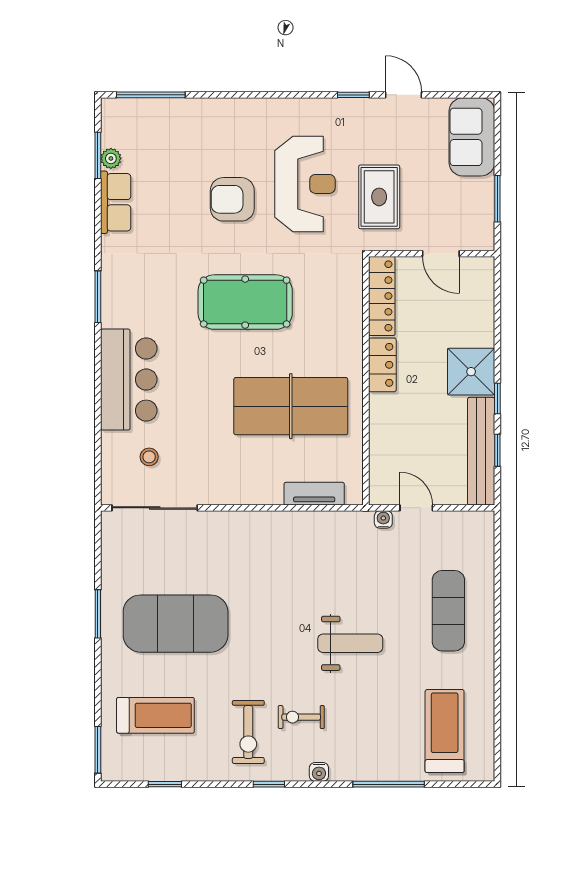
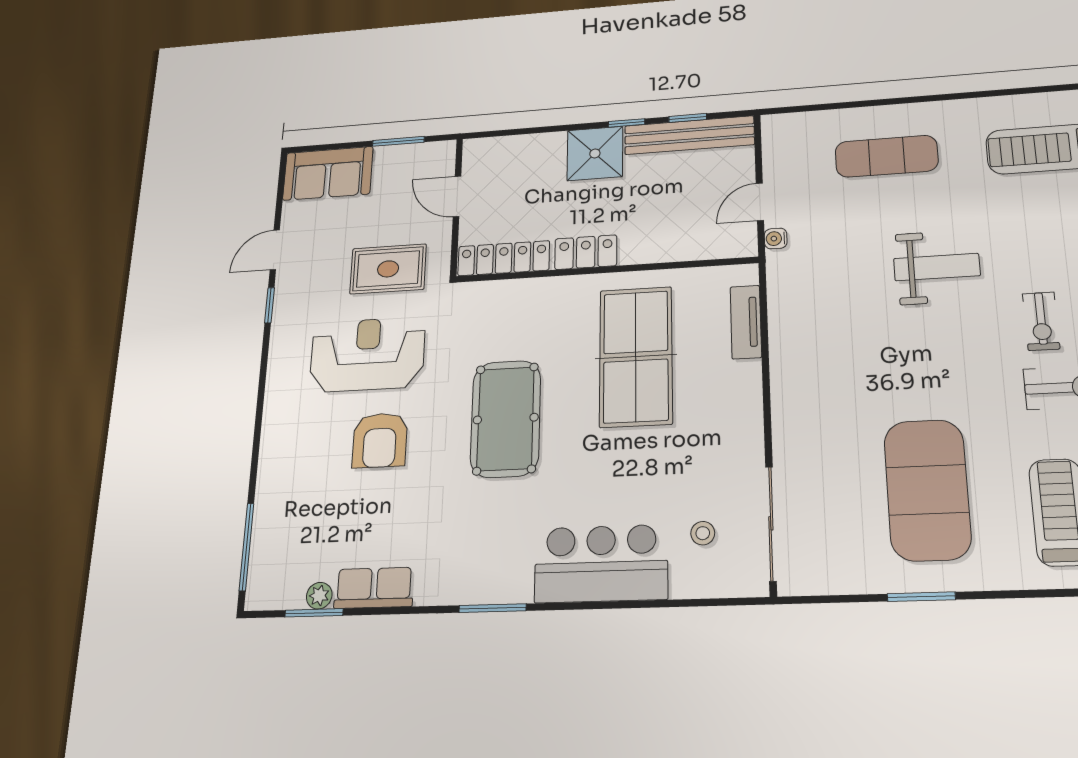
door: (441, 254) -> (457, 196), swing flipped
weight bench: (350, 643) -> (937, 267), turned 90

